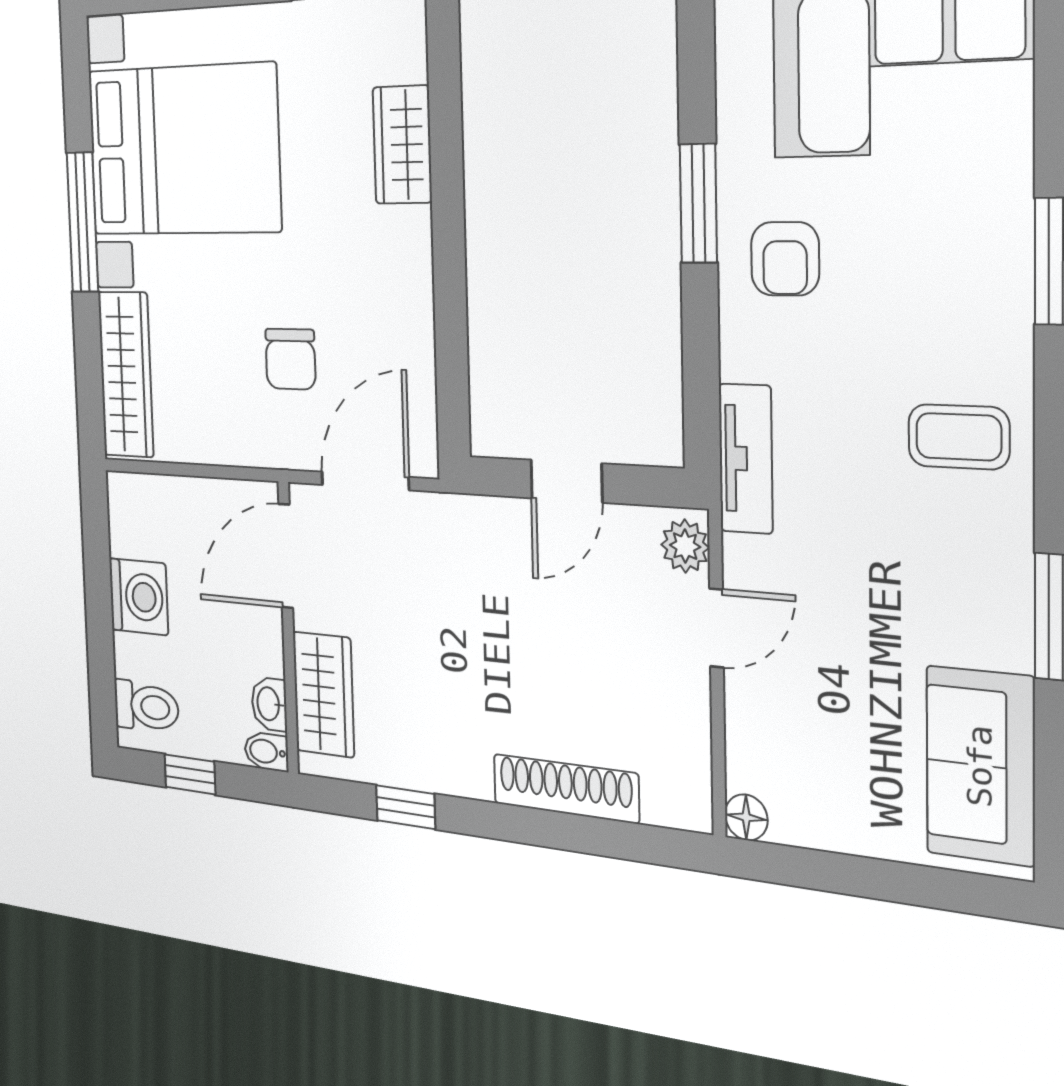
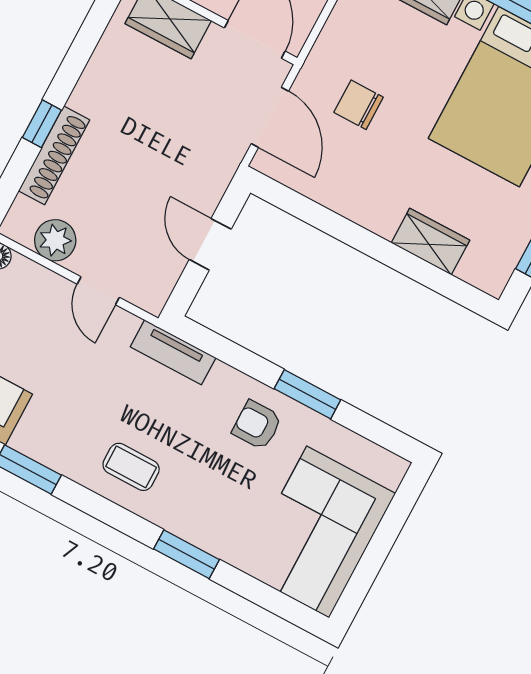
coffee table: (959, 437) -> (131, 467), turned 90
plant: (685, 546) -> (55, 240), moved, width x1.38, depth x1.38
window: (406, 807) -> (42, 124), moved

